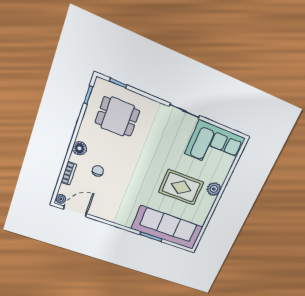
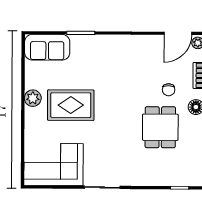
dining table: (118, 117) -> (160, 127), moved, turned 90
plant: (214, 189) -> (33, 98), moved
sofa: (167, 228) -> (47, 47), width x0.54, depth x0.79

